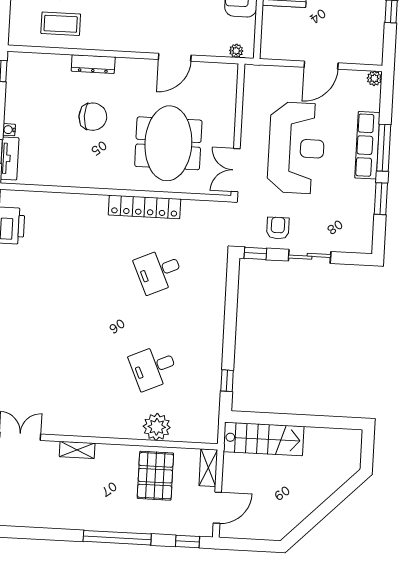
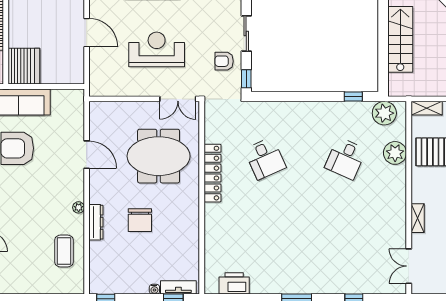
plant: (236, 51) -> (79, 207), moved
chair: (93, 117) -> (140, 220), turned 180
reception desk: (296, 148) -> (157, 49), width x0.74, depth x0.77
desk: (153, 367) -> (346, 158), turned 48
plant: (205, 417) -> (384, 113), added
stairs: (264, 439) -> (400, 39), moved

